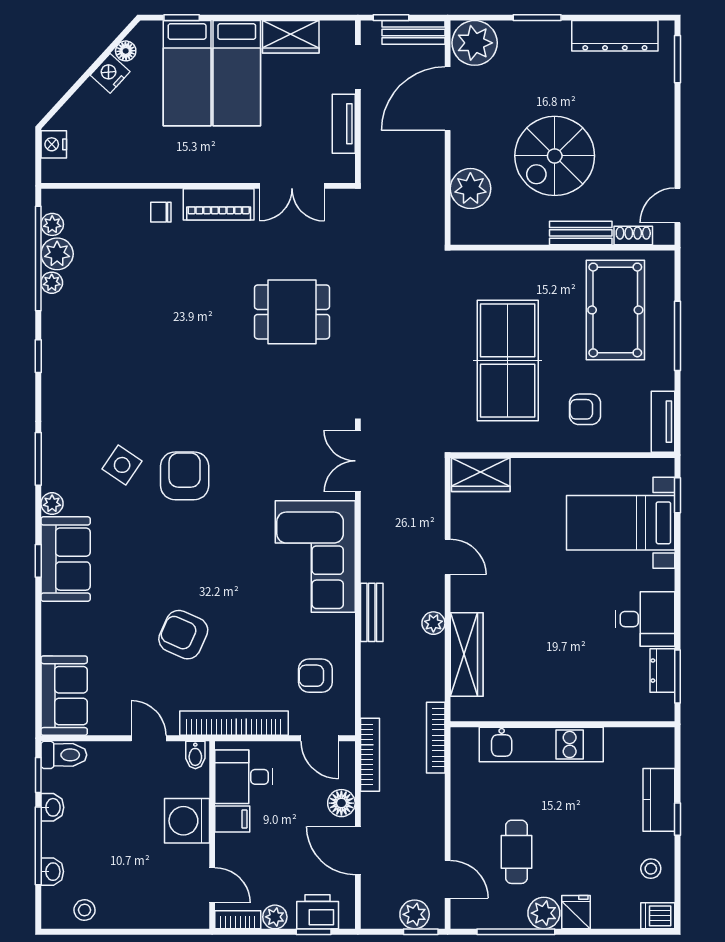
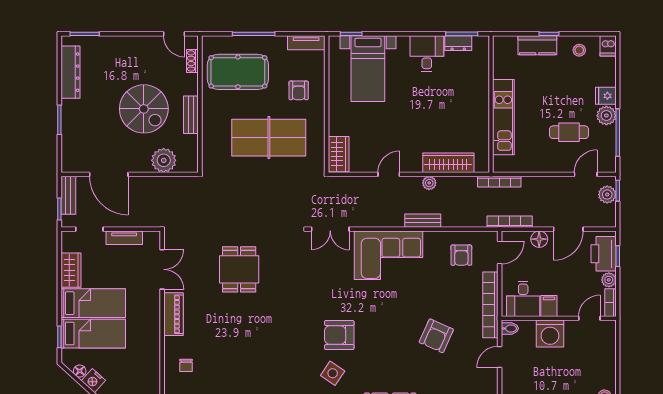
plant: (475, 43) -> (75, 158), removed
chair: (161, 212) -> (186, 365), moved
bench: (581, 233) -> (191, 115), moved
printer: (318, 912) -> (604, 254), width x1.37, depth x1.19

